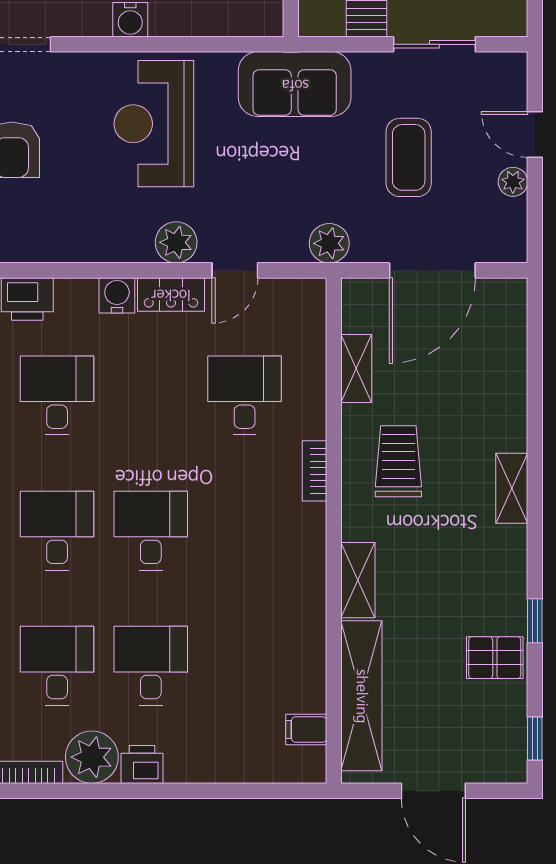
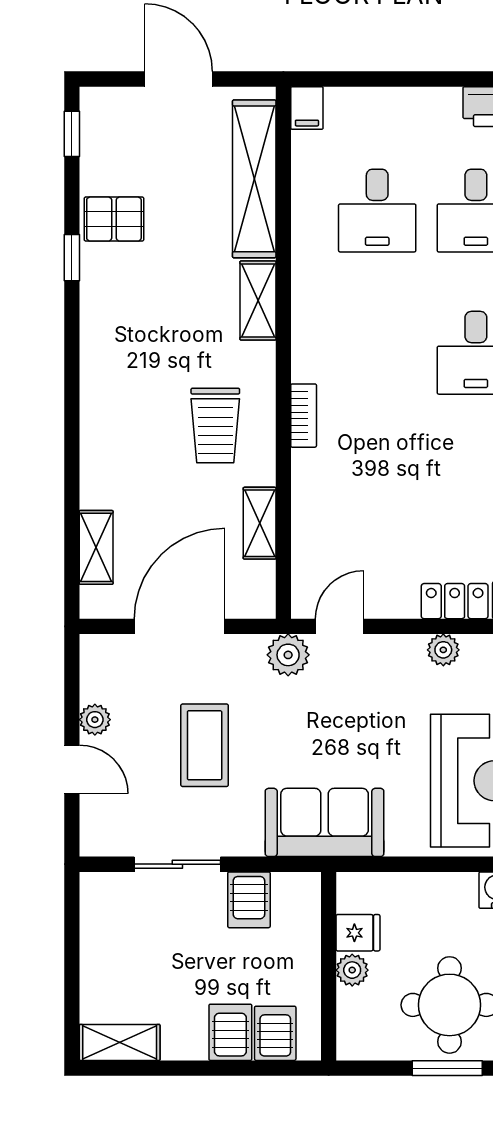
plant: (176, 242) -> (443, 650), width x0.73, depth x0.73
door: (235, 270) -> (340, 626), moved
desk: (245, 395) -> (377, 211), moved
shelving: (512, 488) -> (96, 547), moved
filing cabinet: (306, 729) -> (307, 108), moved, turned 90

